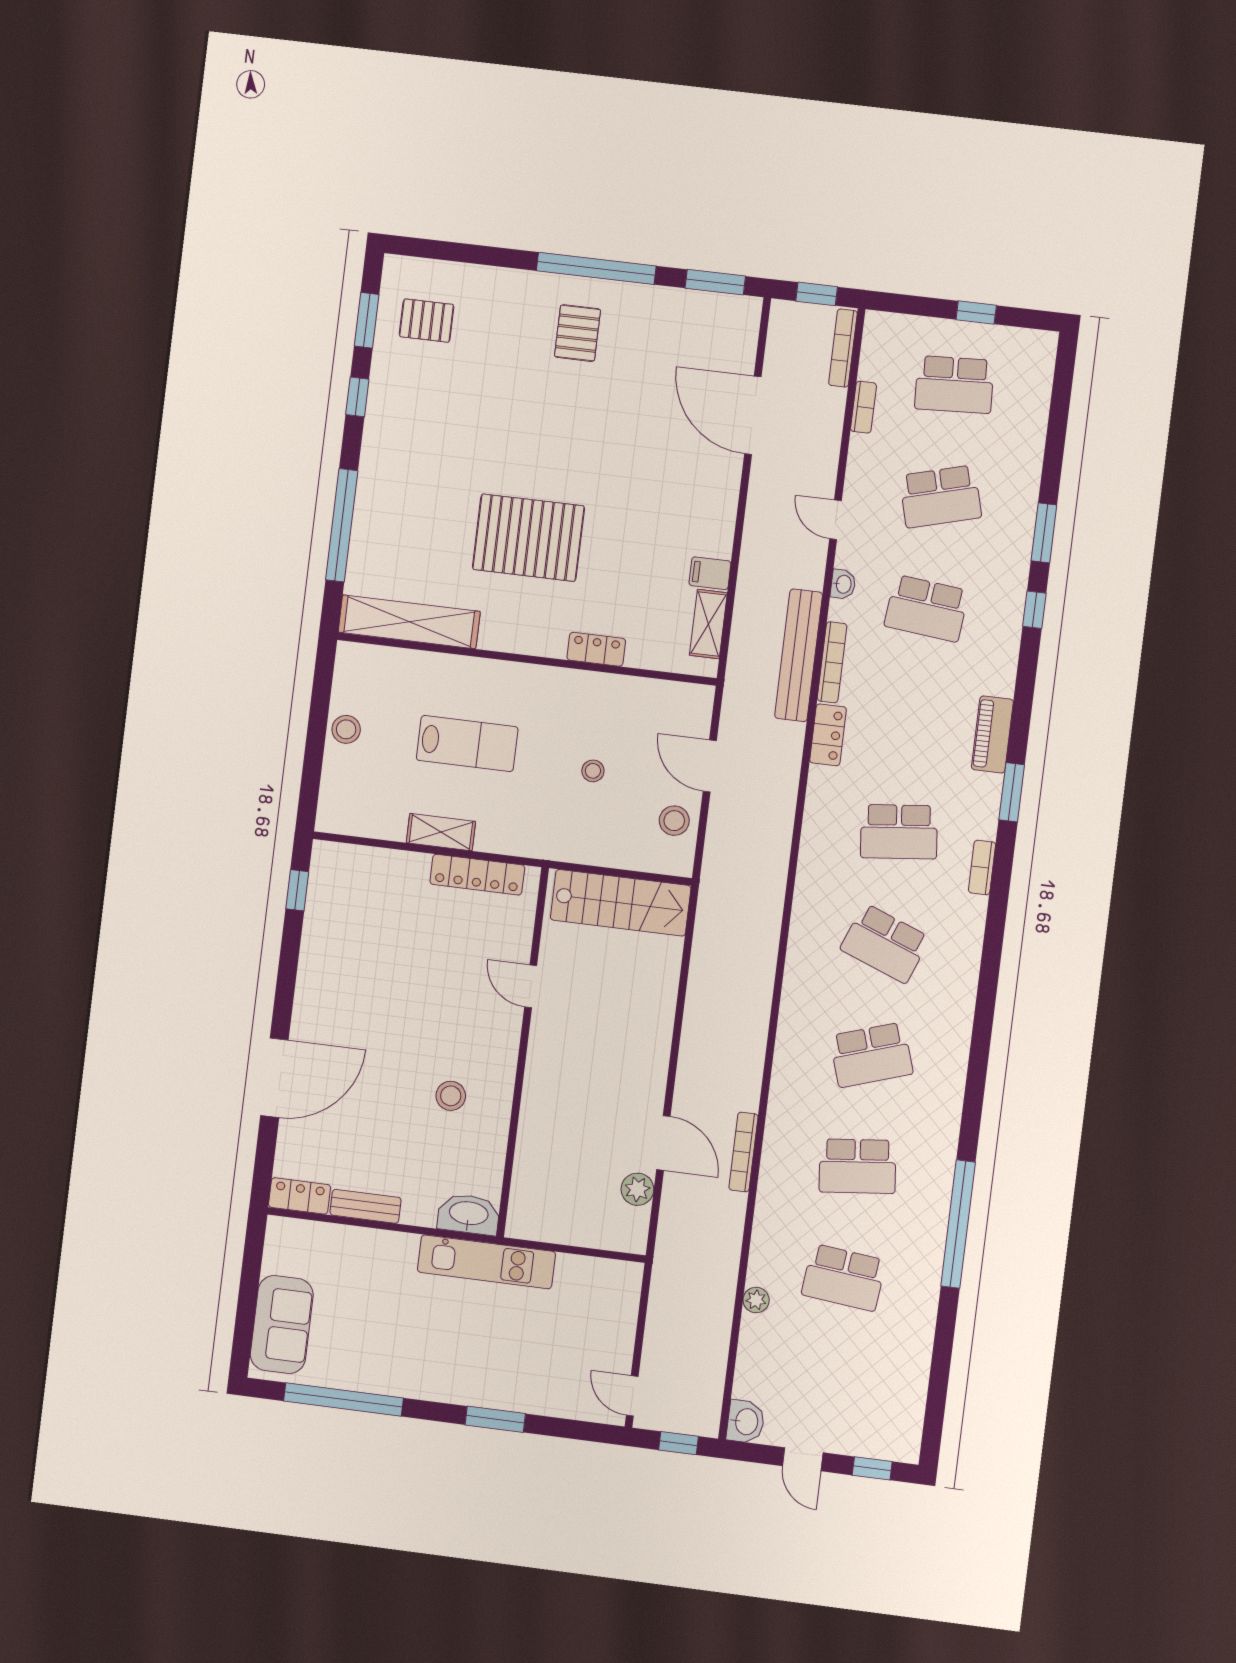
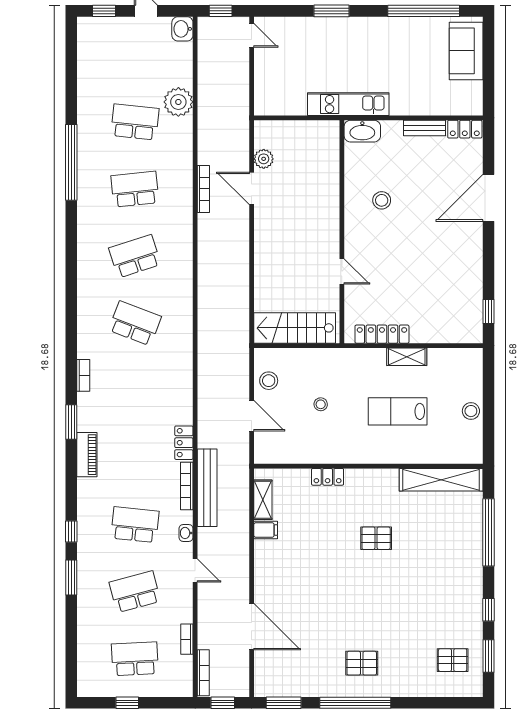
pallet: (577, 333) -> (362, 663), turned 90
pallet: (528, 538) -> (376, 538), width x0.49, depth x0.50
school desk: (899, 832) -> (135, 390), removed
plant: (756, 1300) -> (178, 102), width x1.88, depth x1.88

